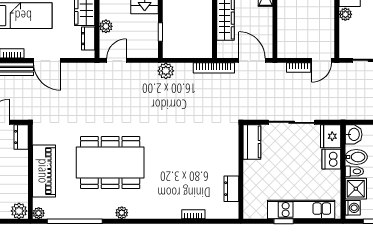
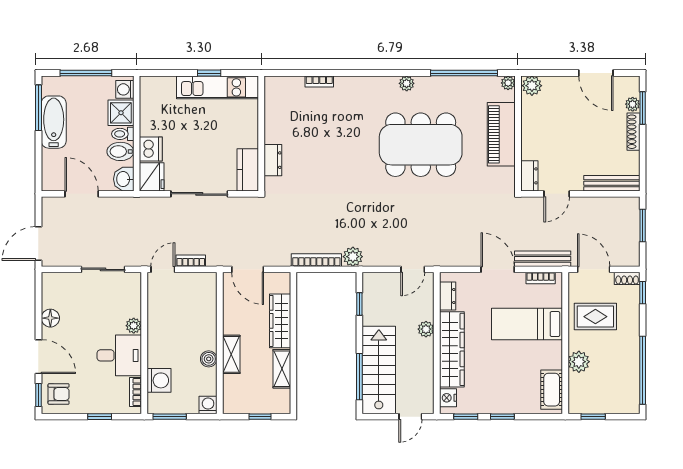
plant: (106, 26) -> (426, 329), moved
bookcase: (214, 68) -> (316, 260), moved
dresser: (231, 189) -> (273, 160), moved
kitchen unit: (301, 210) -> (218, 87), moved

